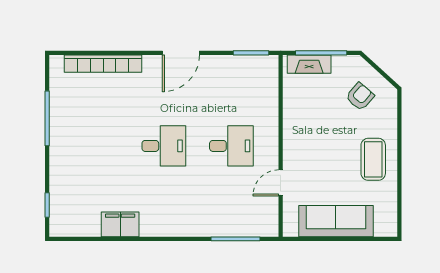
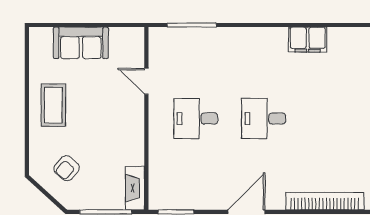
fireplace: (309, 64) -> (135, 188), moved, turned -90
door: (281, 183) -> (146, 81), swing flipped
sofa: (336, 221) -> (81, 43), width x0.73

